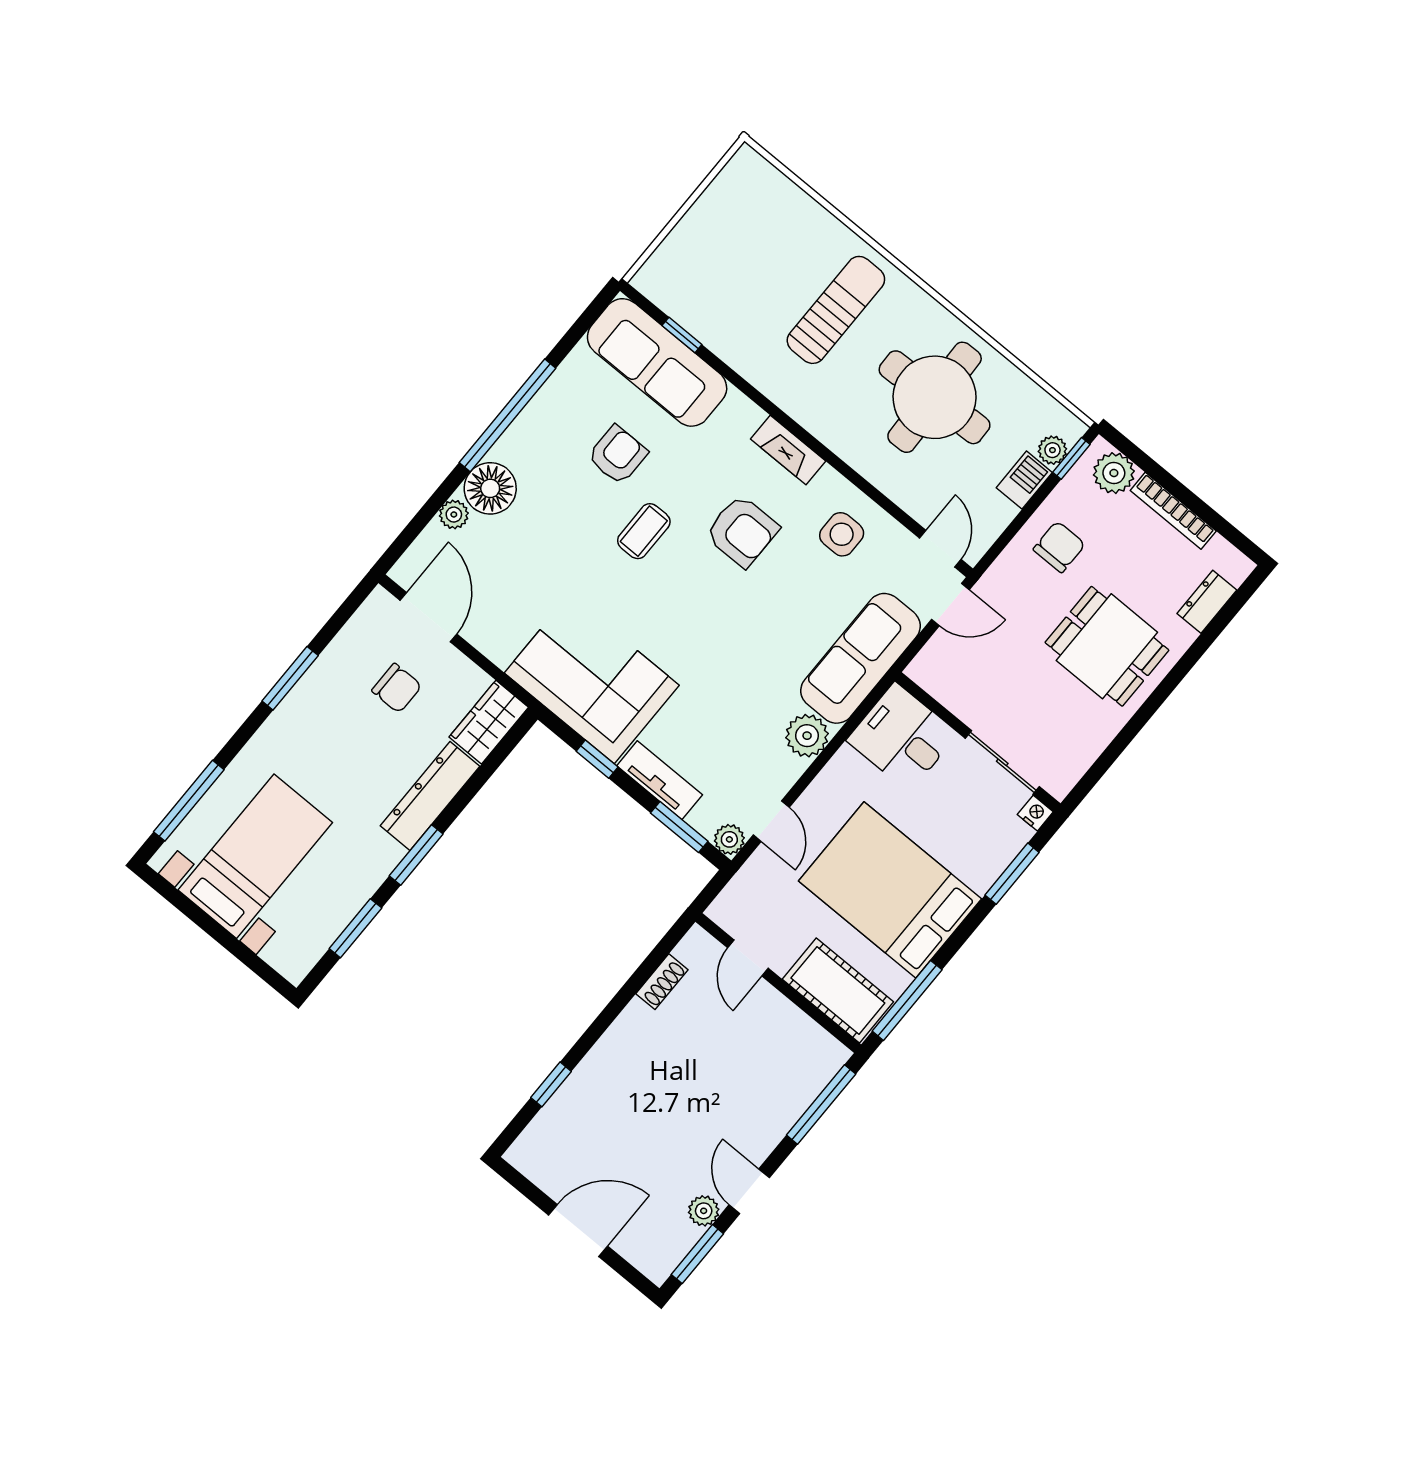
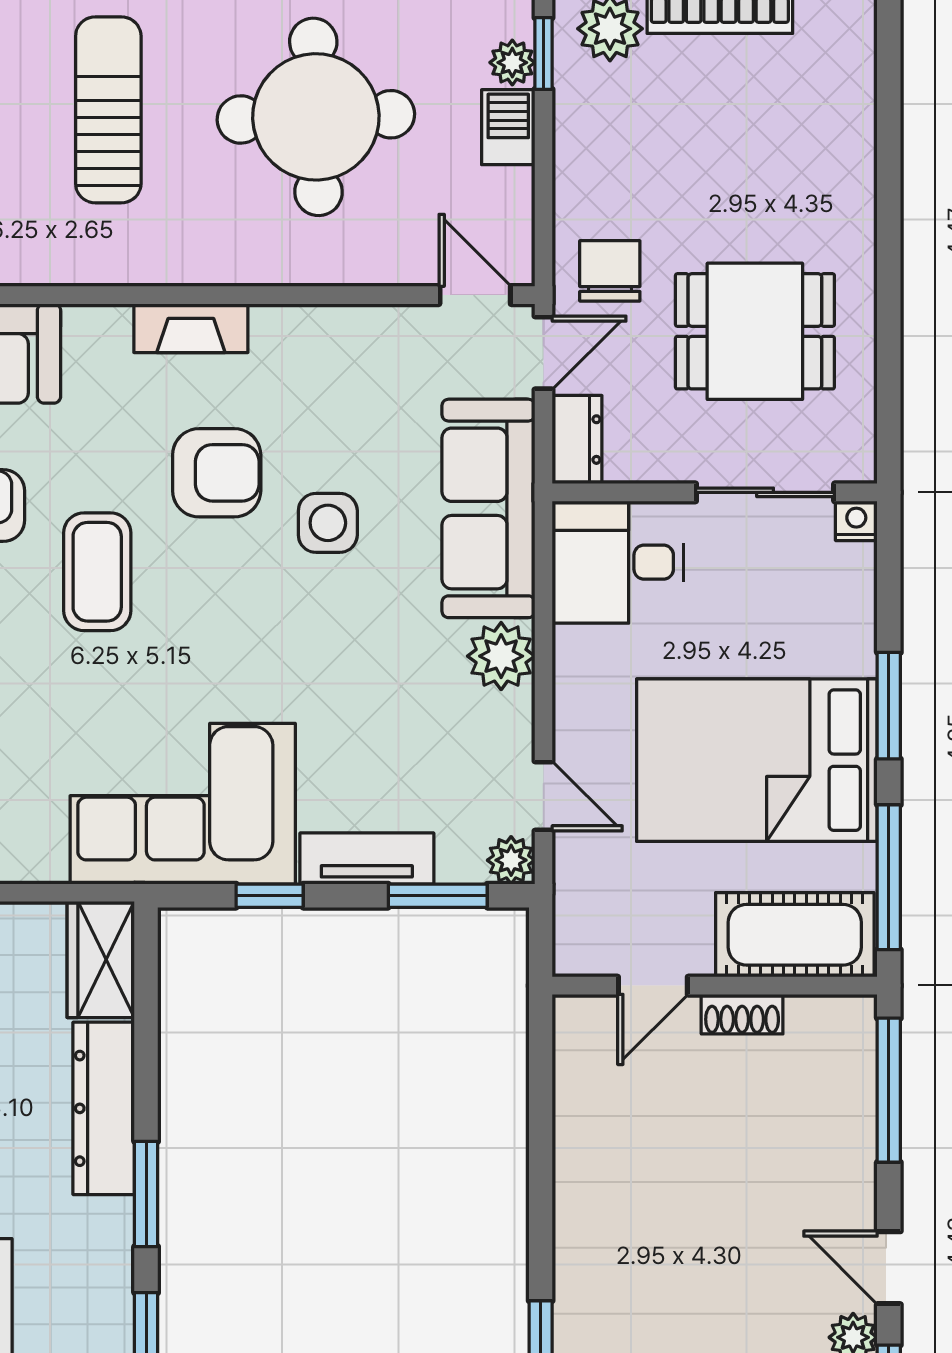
coffee table: (644, 531) -> (97, 572), width x1.36, depth x1.30
side table: (842, 534) -> (328, 523), moved
chair: (1059, 547) -> (610, 271), moved
dresser: (1207, 602) -> (577, 440), moved, turned 180
dining table: (1107, 646) -> (755, 331), moved
window: (1012, 874) -> (889, 706), moved
door: (748, 958) -> (653, 986), hinge flipped
shoe rack: (662, 982) -> (742, 1014), moved, turned 90

